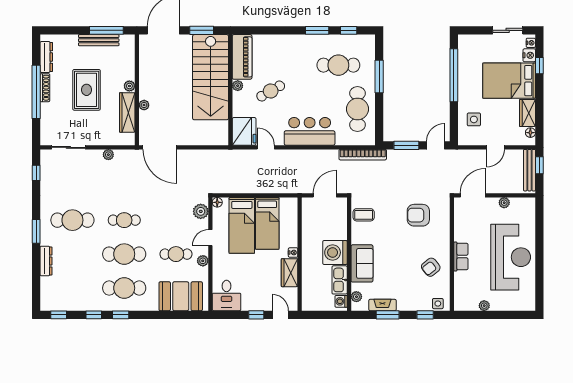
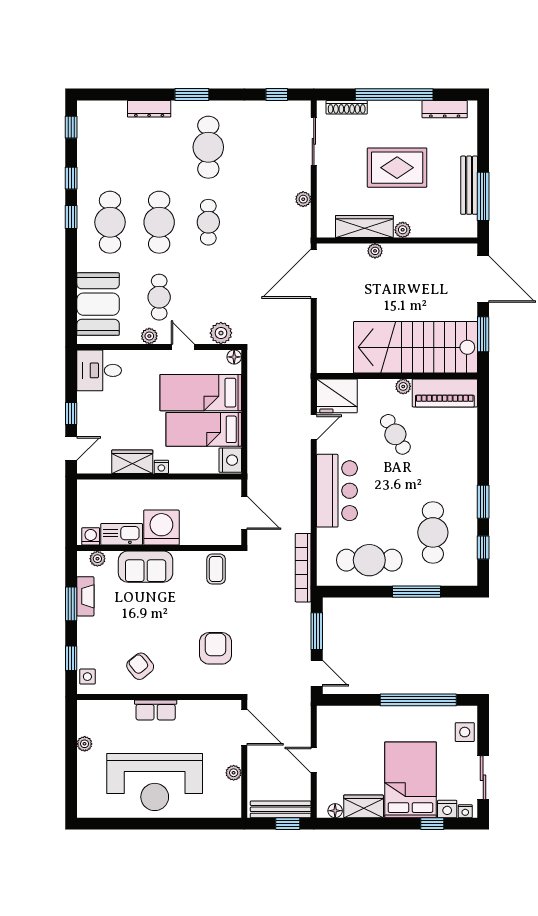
shoe rack: (45, 88) -> (347, 107), moved
side table: (474, 119) -> (465, 732), moved
nightstand: (288, 205) -> (230, 460), added

